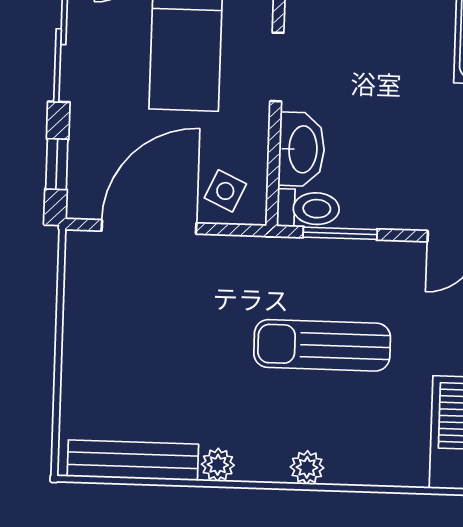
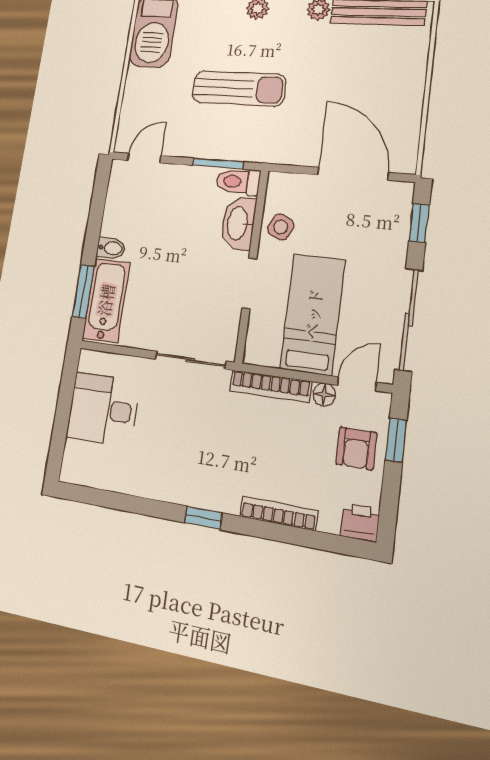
side table: (225, 191) -> (281, 227), moved
door: (149, 227) -> (353, 174), swing flipped

